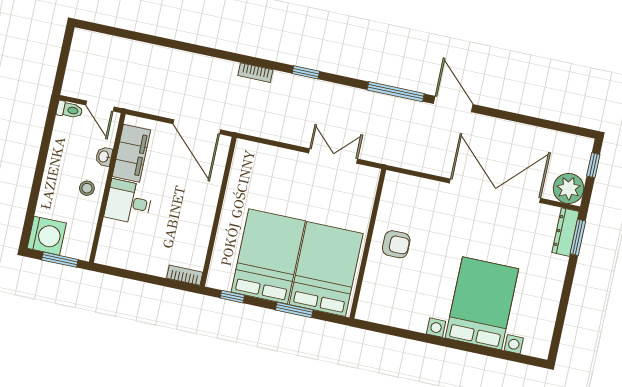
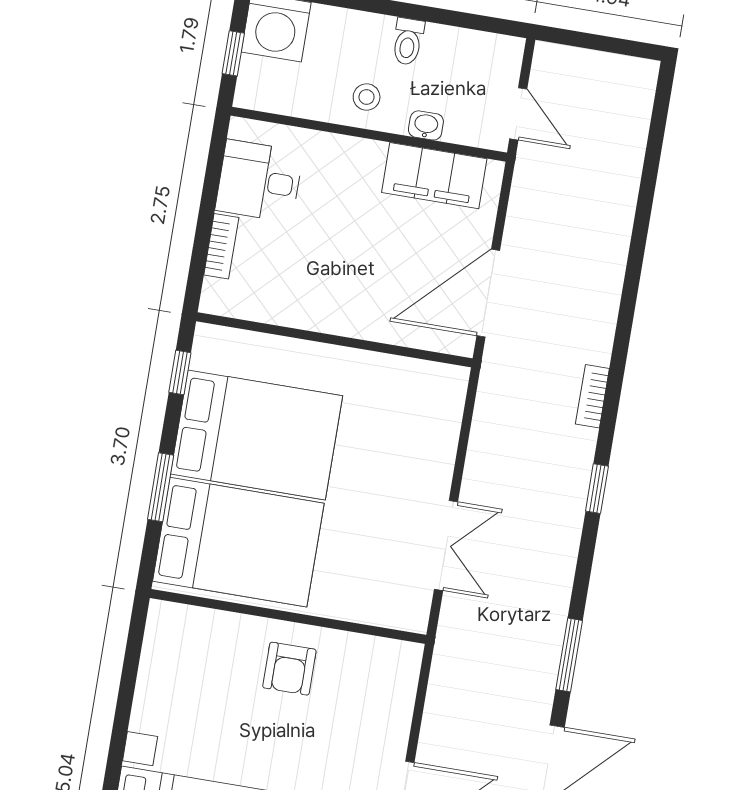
window: (396, 92) -> (569, 655), width x0.69
door: (100, 106) -> (518, 114), swing flipped
toilet: (69, 110) -> (408, 42), moved
desk: (129, 202) -> (259, 181), moved, turned -90
window: (60, 260) -> (233, 53), width x0.67
bookcase: (185, 275) -> (221, 246), moved

